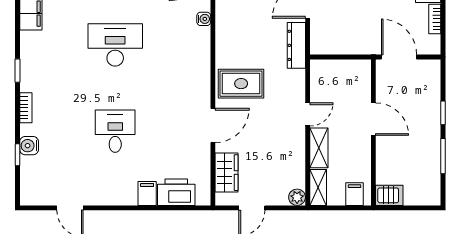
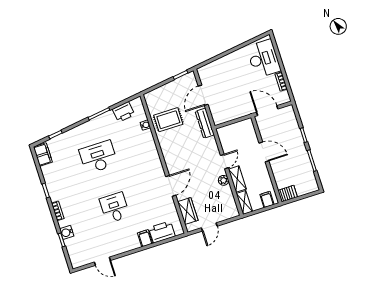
rug: (241, 84) -> (168, 120), moved
plant: (297, 197) -> (224, 180), moved

